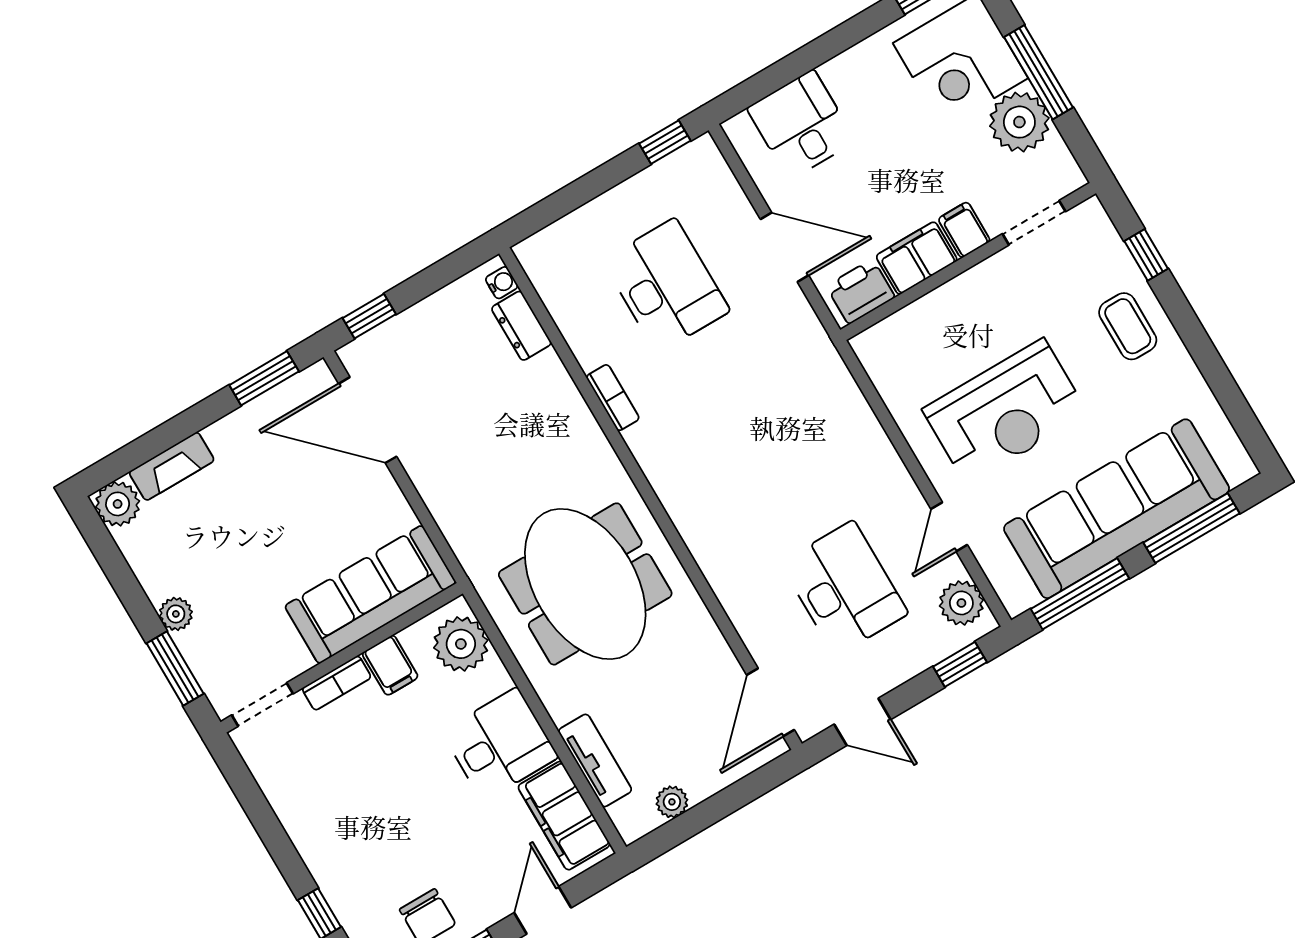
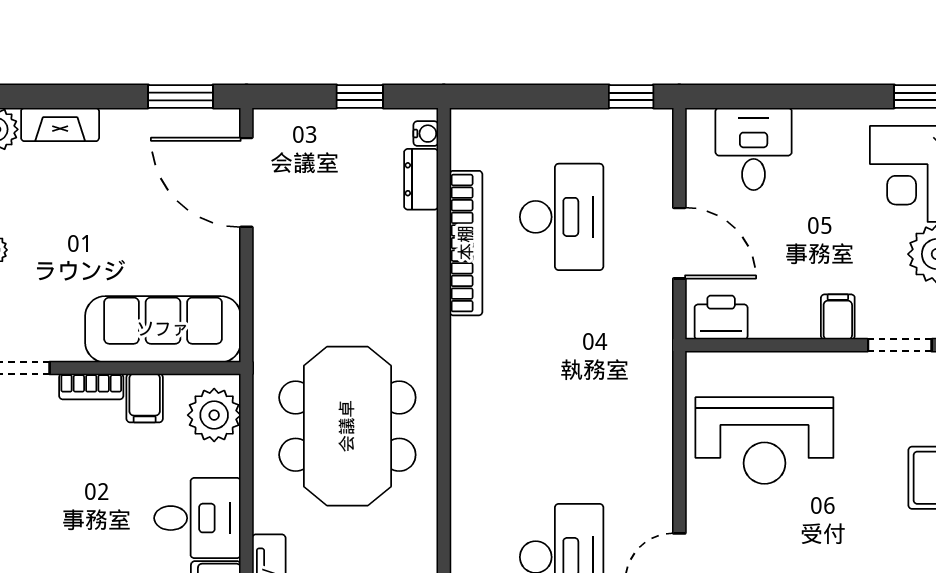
filing cabinet: (917, 258) -> (784, 317), removed
window: (369, 316) -> (360, 96), moved
bookcase: (613, 398) -> (466, 243), width x2.31, depth x1.31
reception desk: (1005, 412) -> (764, 441), moved

